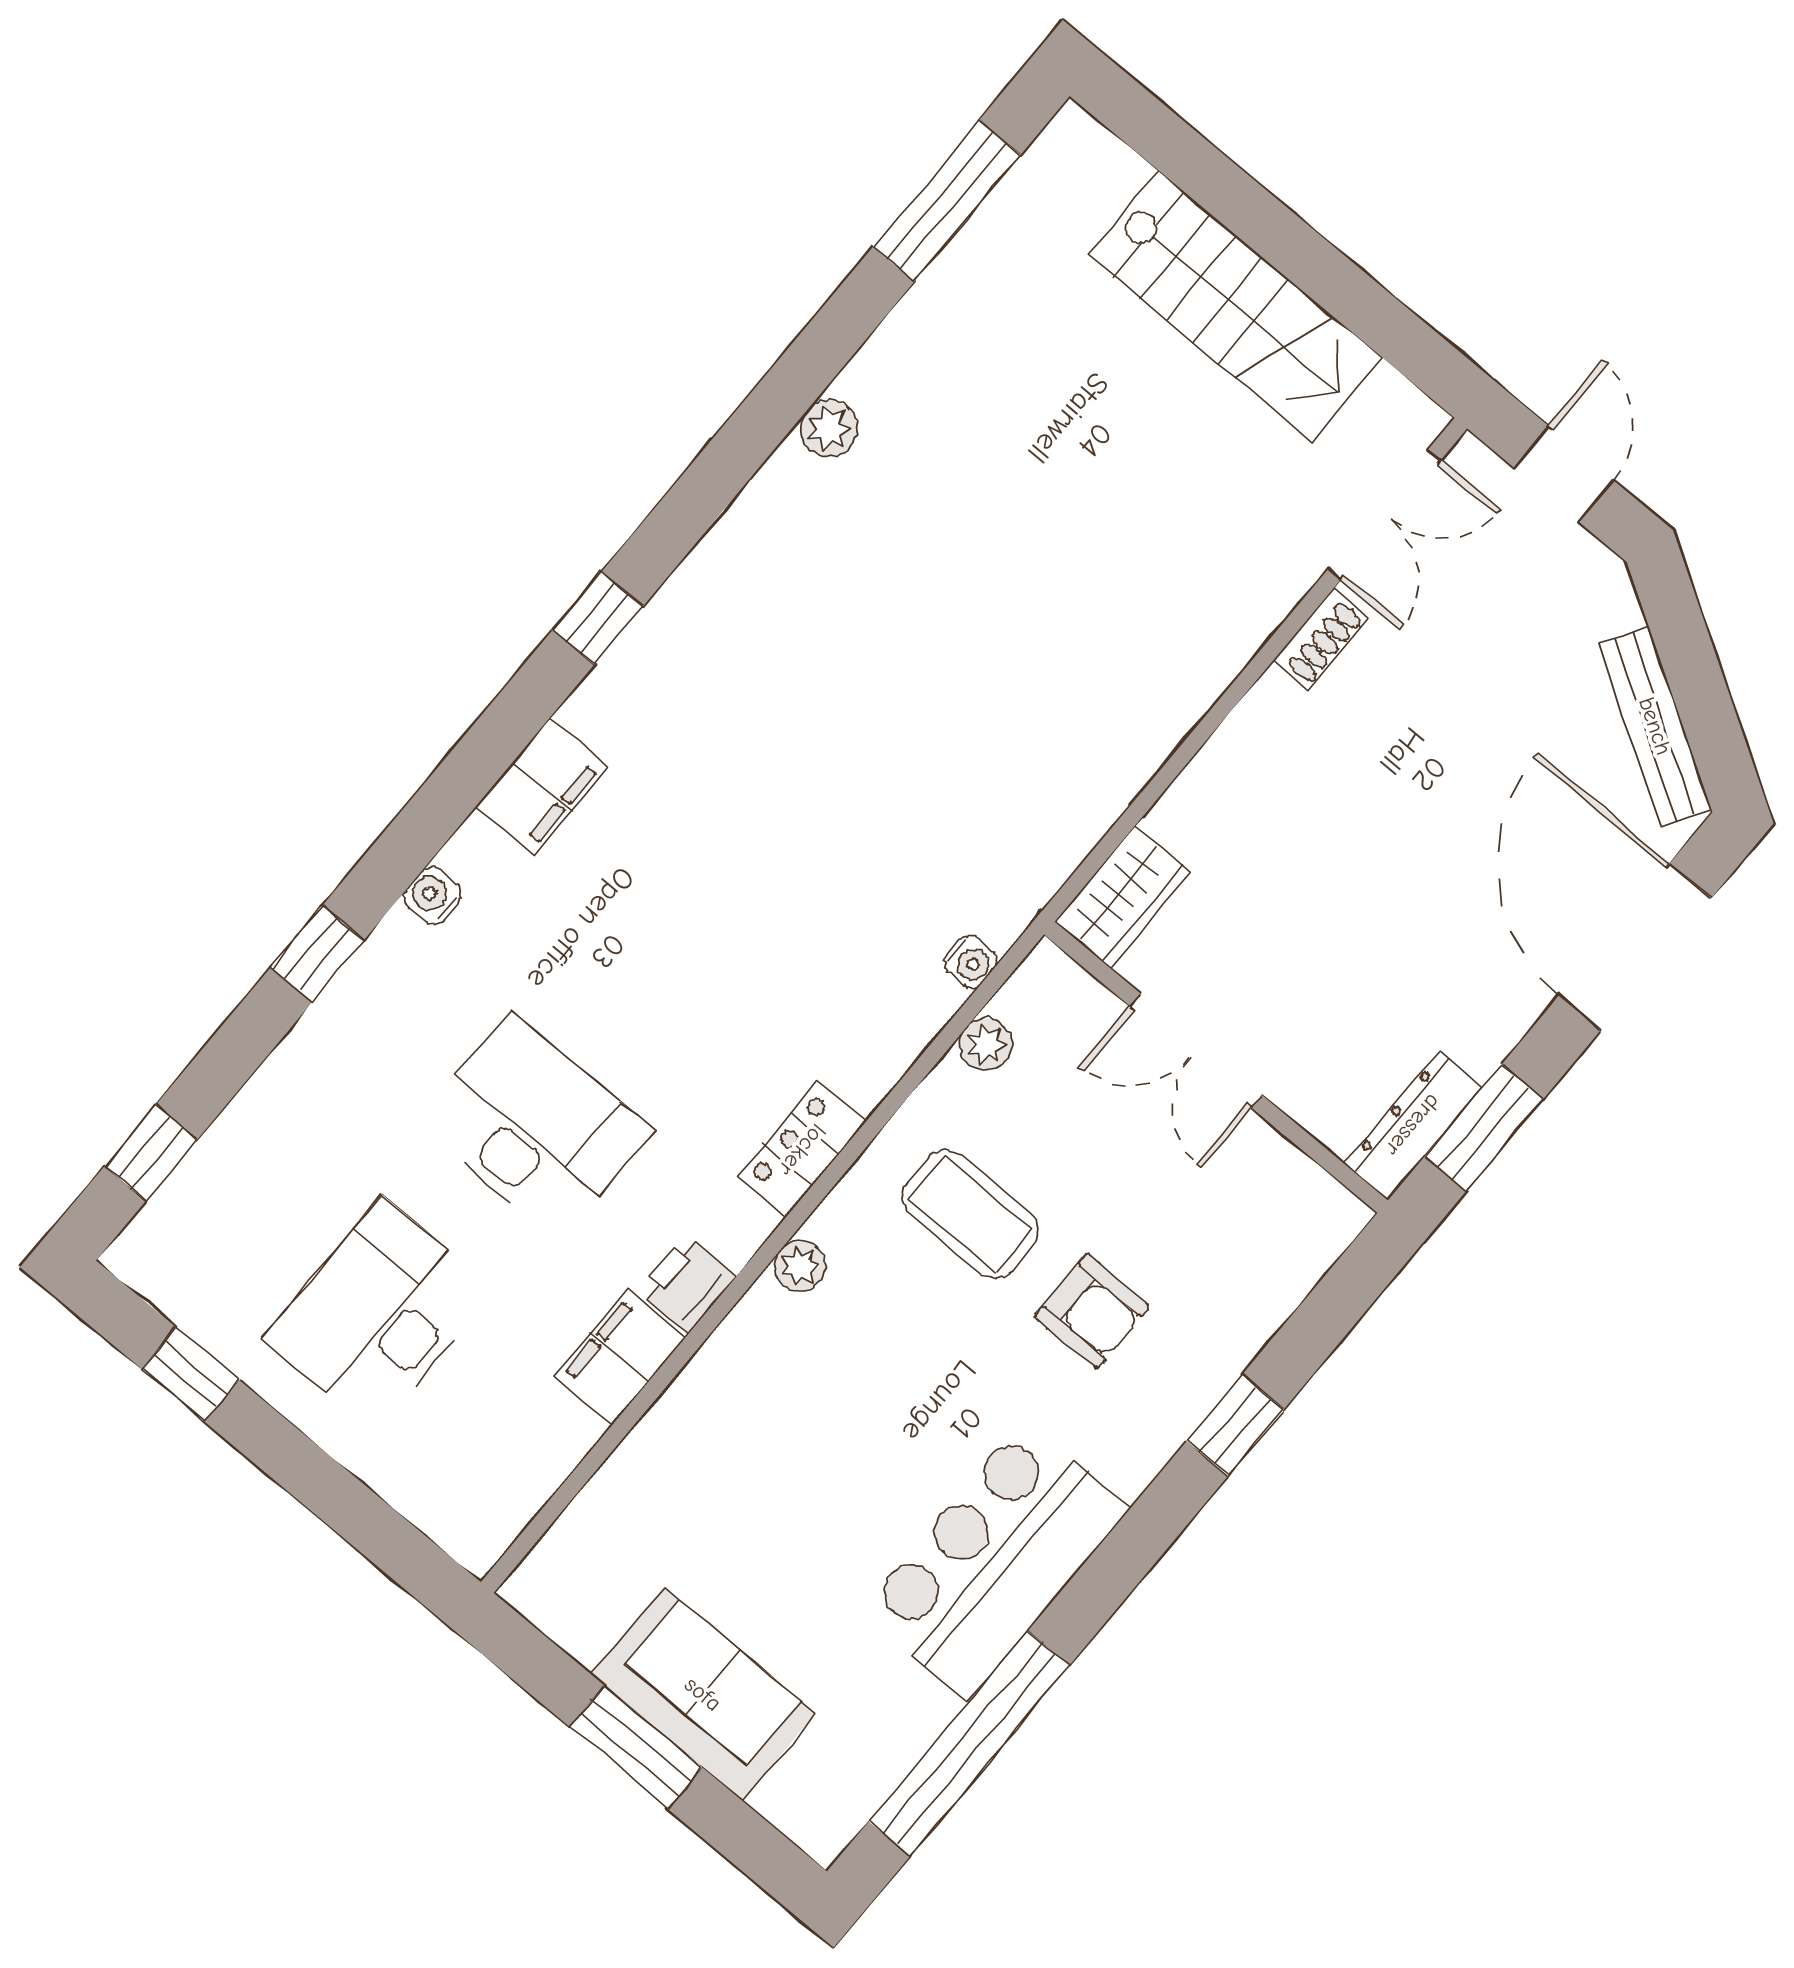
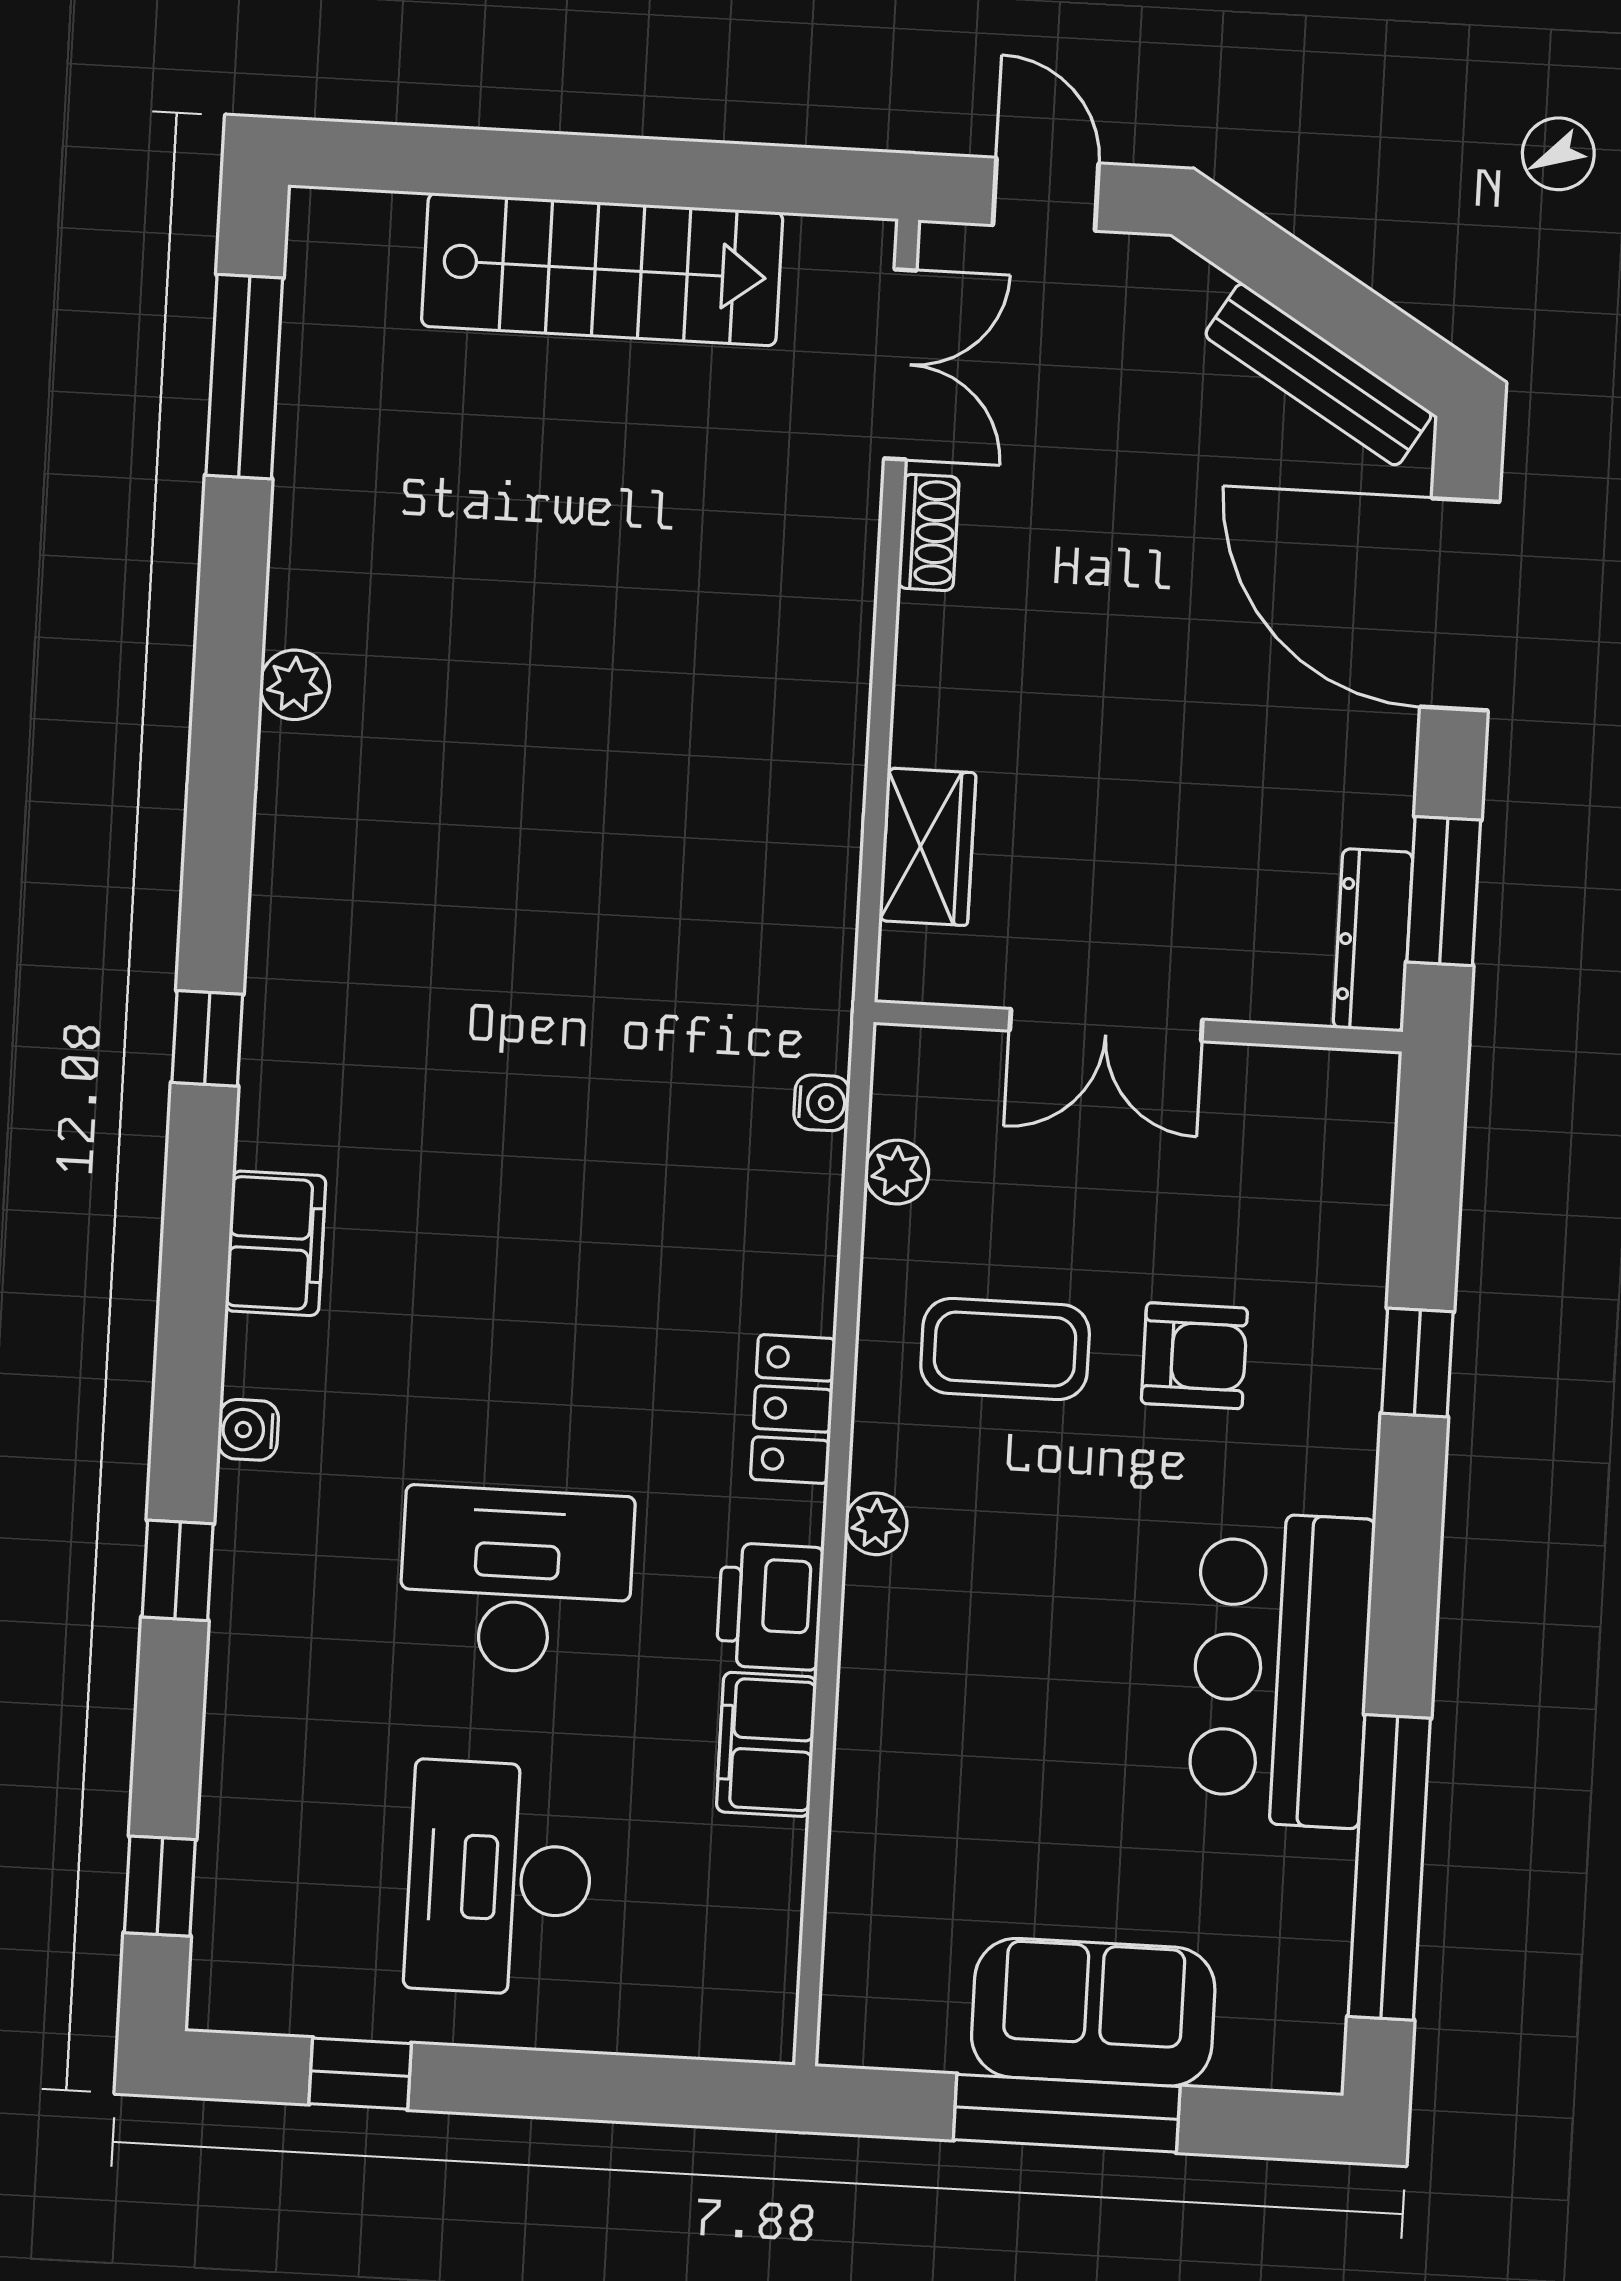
wardrobe: (1123, 897) -> (927, 847), moved
printer: (687, 1284) -> (770, 1606), width x1.36, depth x1.24
window: (636, 1747) -> (1067, 2113), width x1.44

